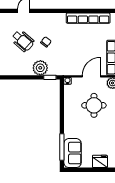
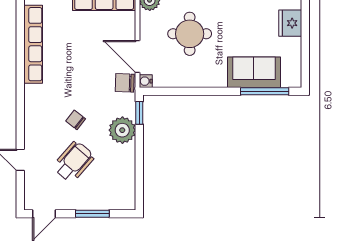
chair: (67, 69) -> (125, 83), added
door: (91, 76) -> (137, 57), moved
sofa: (72, 153) -> (254, 72), moved

